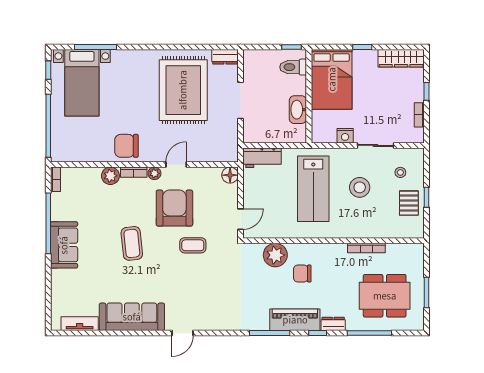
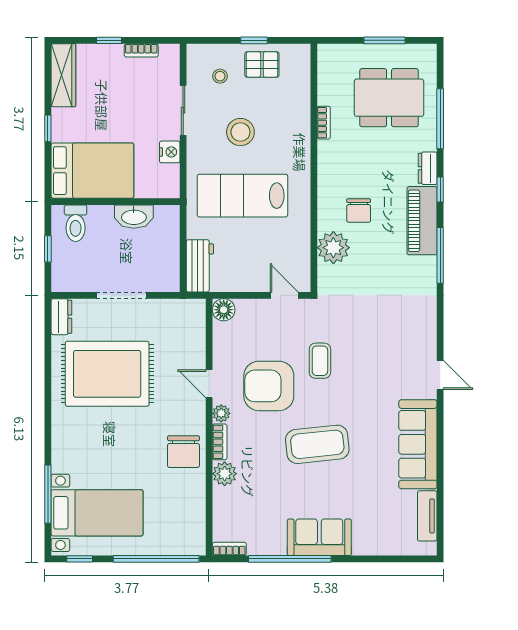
window: (292, 47) -> (48, 249), moved
lab bench: (313, 189) -> (242, 196), turned 180
coffee table: (132, 243) -> (317, 444), width x1.36, depth x1.32
bookcase: (366, 248) -> (324, 123), width x0.64
dining table: (385, 296) -> (389, 98), turned 90

